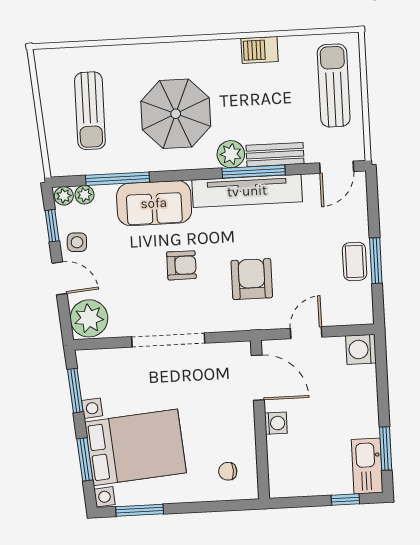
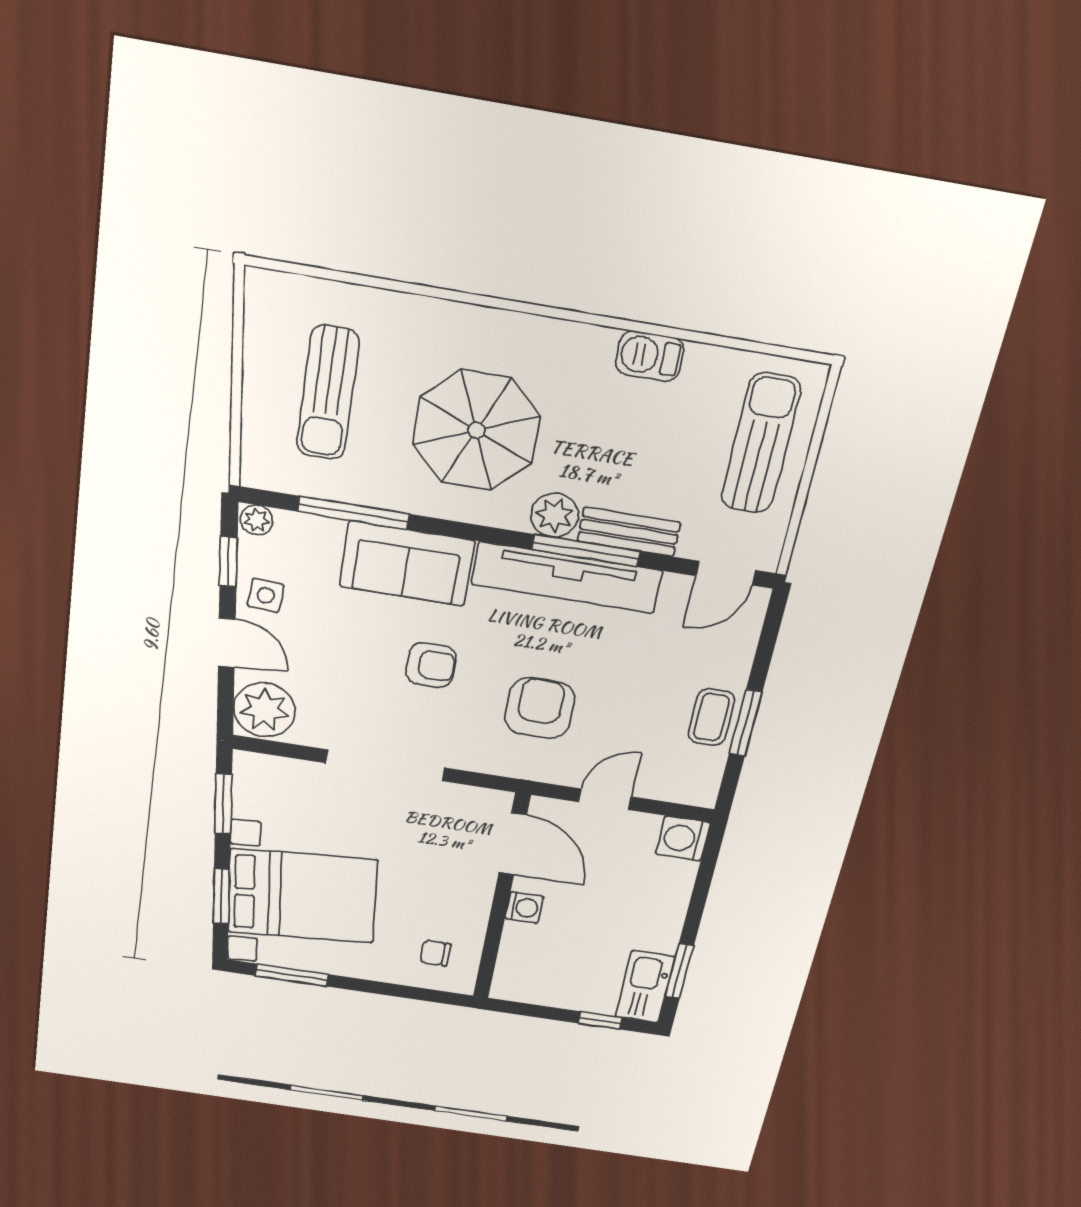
plant: (84, 195) -> (292, 526), removed

